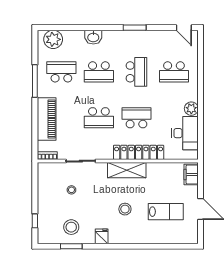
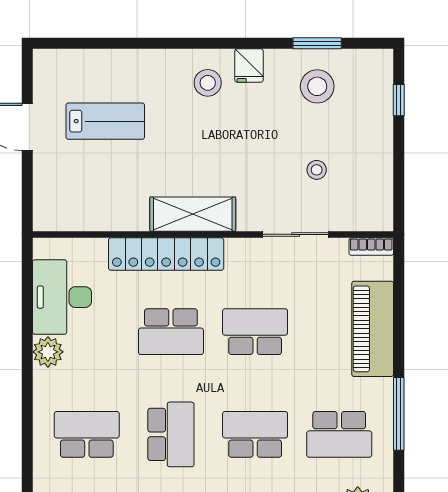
school desk: (136, 72) -> (171, 434), turned 180
filing cabinet: (191, 175) -> (48, 204), removed
stool: (125, 209) -> (208, 83), moved
lab bench: (166, 212) -> (105, 121), turned 180

